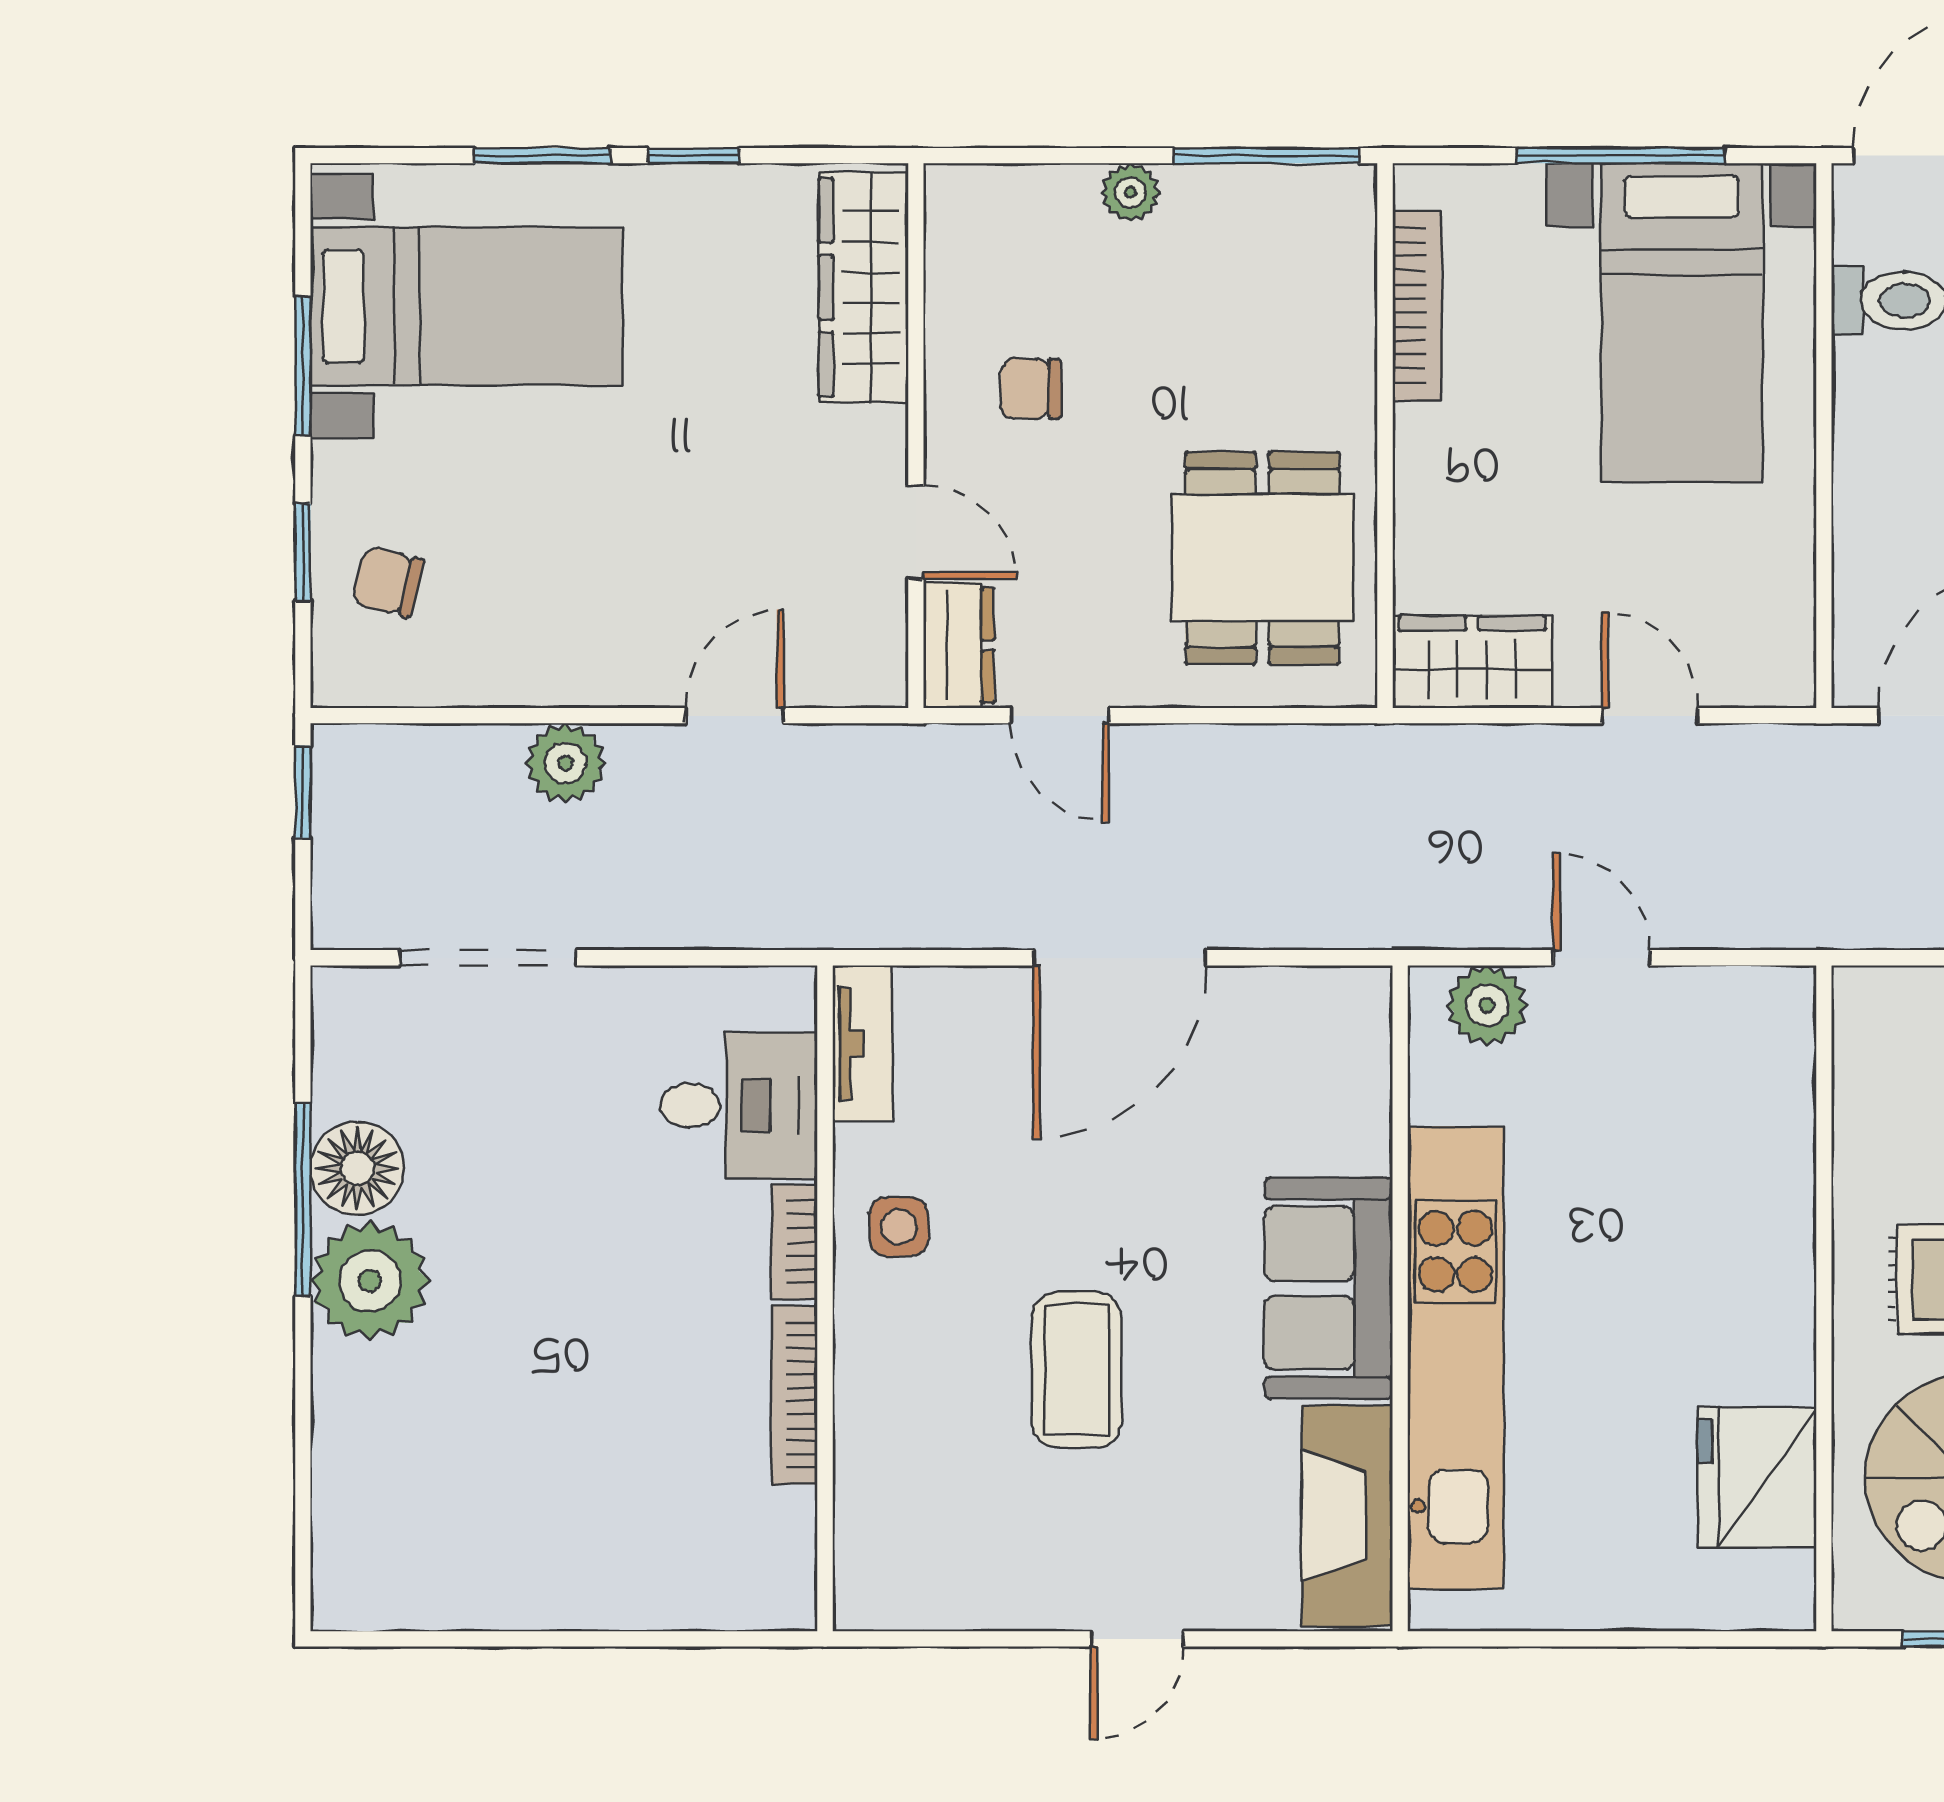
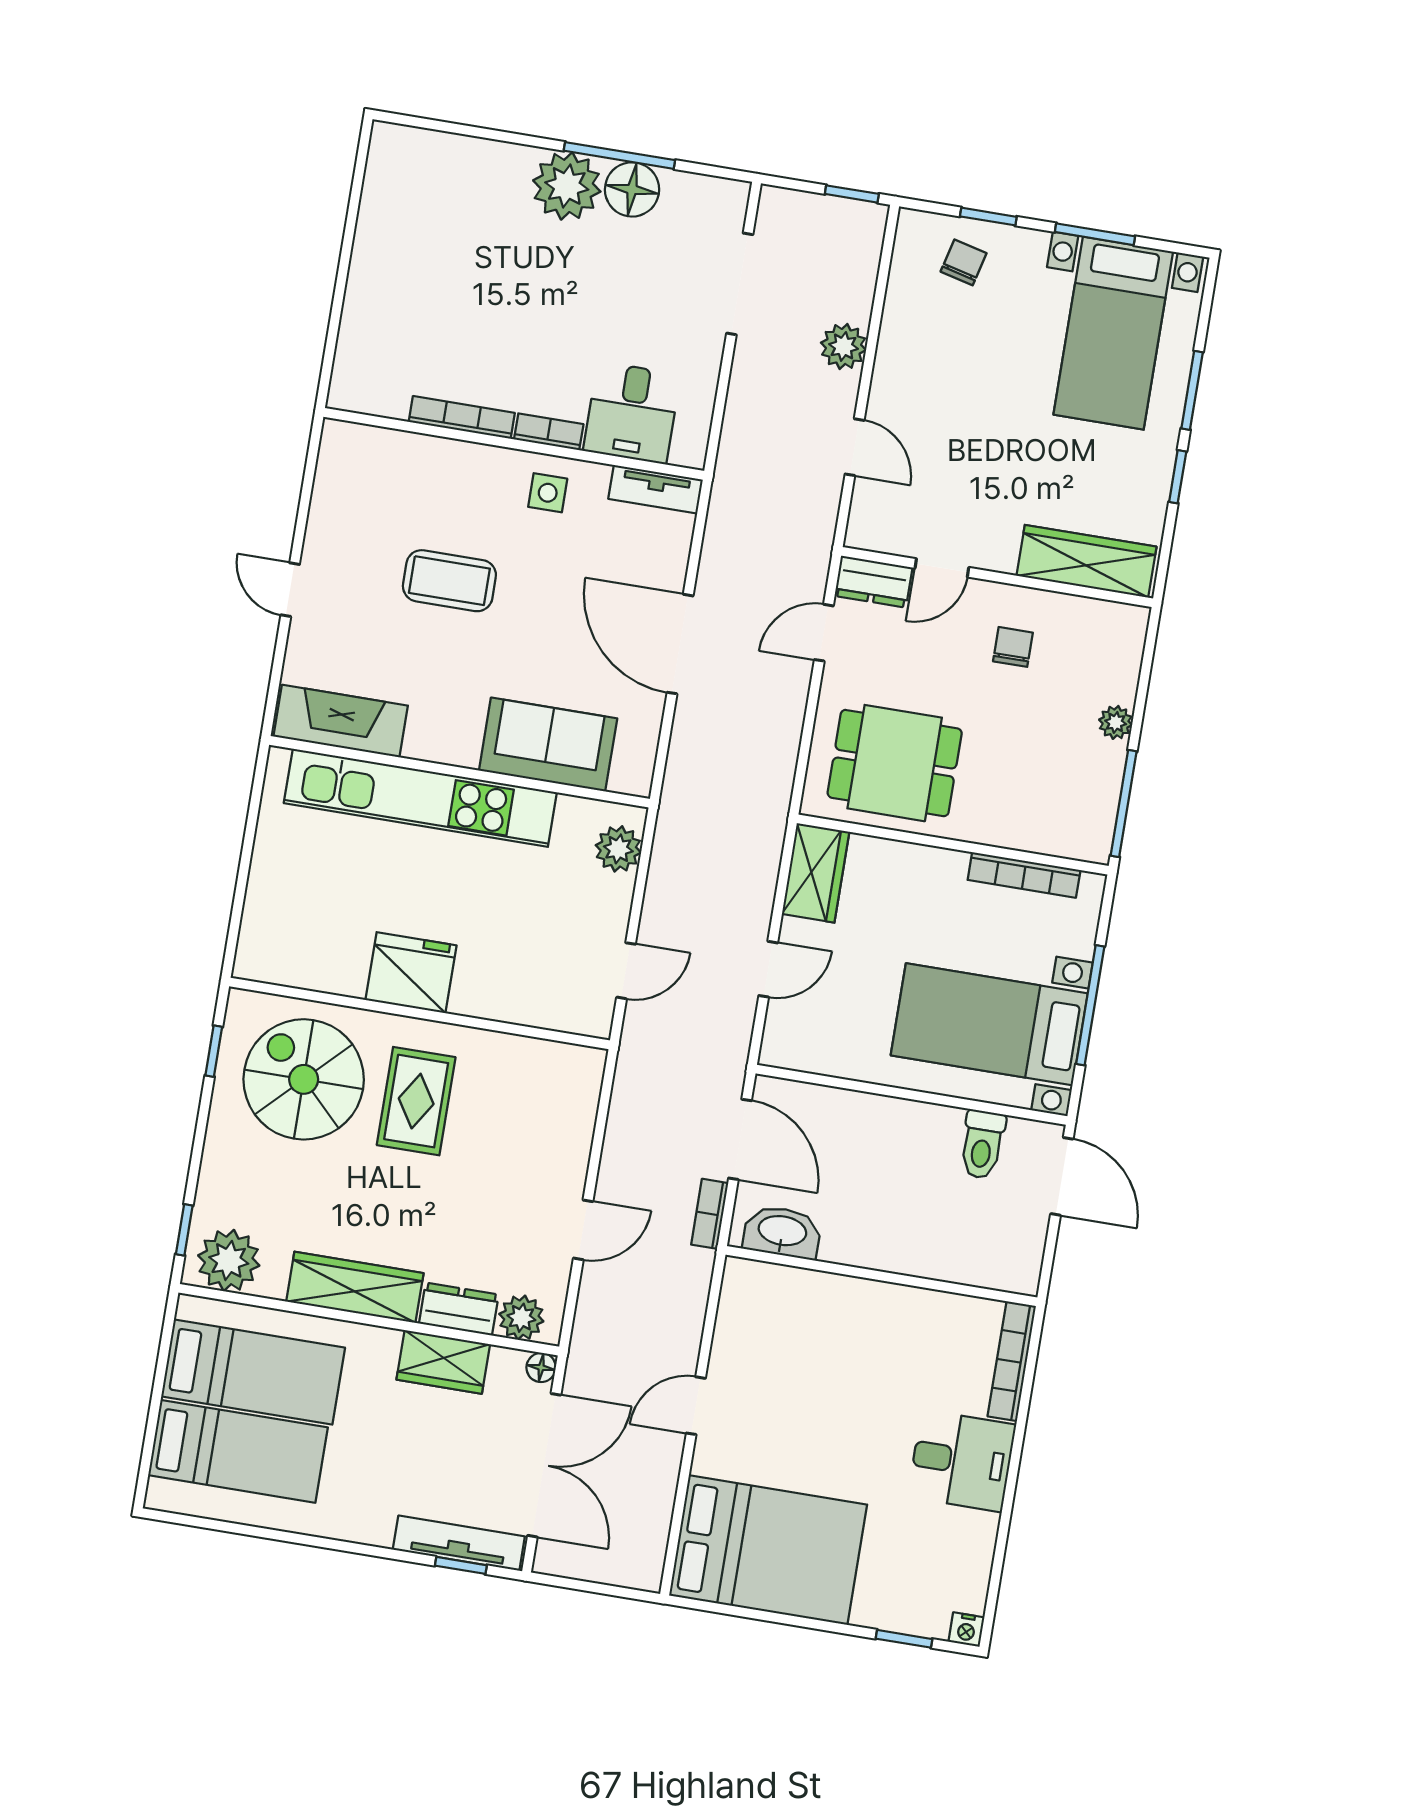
door: (1602, 958) -> (626, 971), moved
sofa: (1329, 1288) -> (548, 744), moved
fridge: (1757, 1478) -> (411, 973), moved

